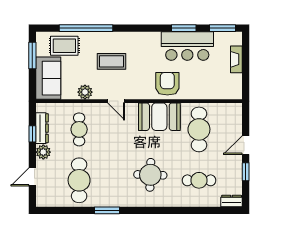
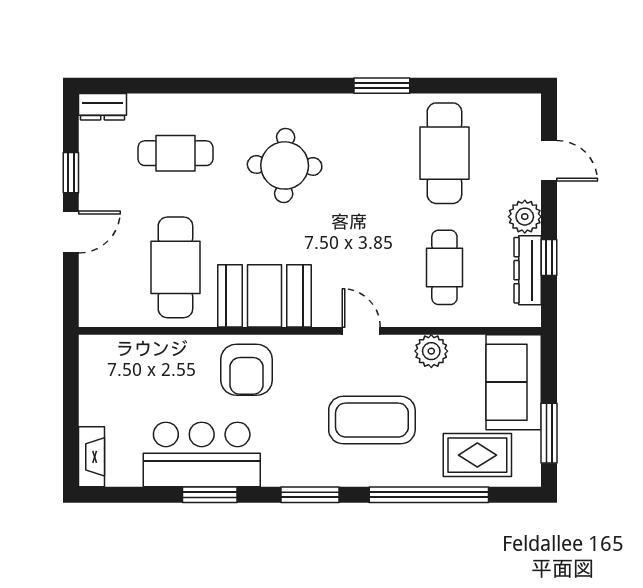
window: (222, 28) -> (310, 495), moved
fireplace: (236, 59) -> (92, 457), moved
coffee table: (111, 61) -> (372, 420), width x1.36, depth x1.32
door: (32, 177) -> (549, 161), hinge flipped

